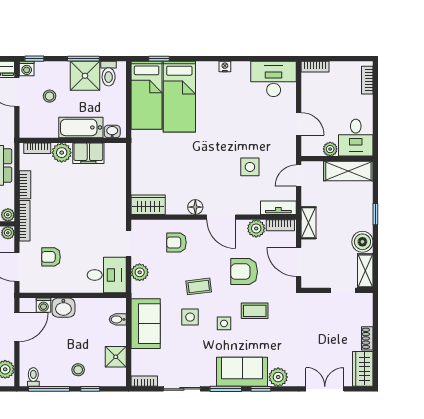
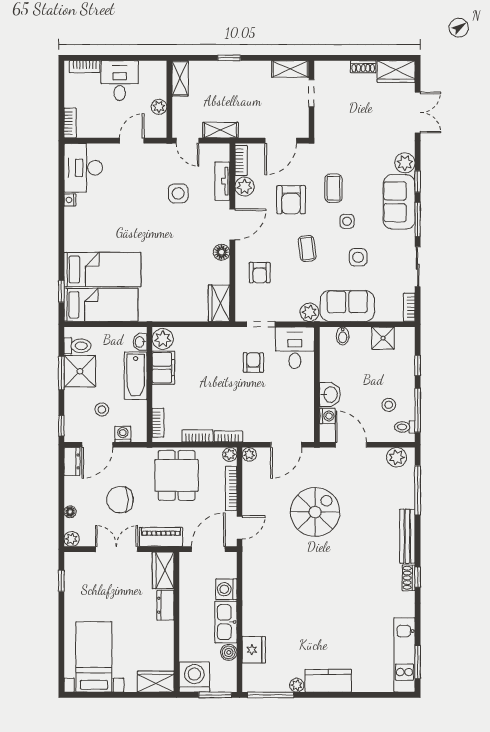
nightstand: (225, 67) -> (70, 200), moved
washing machine: (27, 68) -> (123, 434), moved, turned -90
desk: (356, 138) -> (120, 81), moved, turned -90
plant: (62, 153) -> (163, 339), moved
shelving: (348, 171) -> (180, 78), width x0.67, depth x0.75
tv unit: (278, 208) -> (222, 181), moved
bookcase: (25, 221) -> (228, 436), width x0.64
shelving: (309, 223) -> (221, 130), moved
boiler: (362, 242) -> (259, 72), removed
armchair: (51, 257) -> (253, 363), moved, turned 180
plant: (140, 272) -> (310, 312), moved
side table: (190, 317) -> (358, 257), moved
stool: (78, 370) -> (389, 405), moved
double door: (325, 389) -> (418, 112), swing flipped

